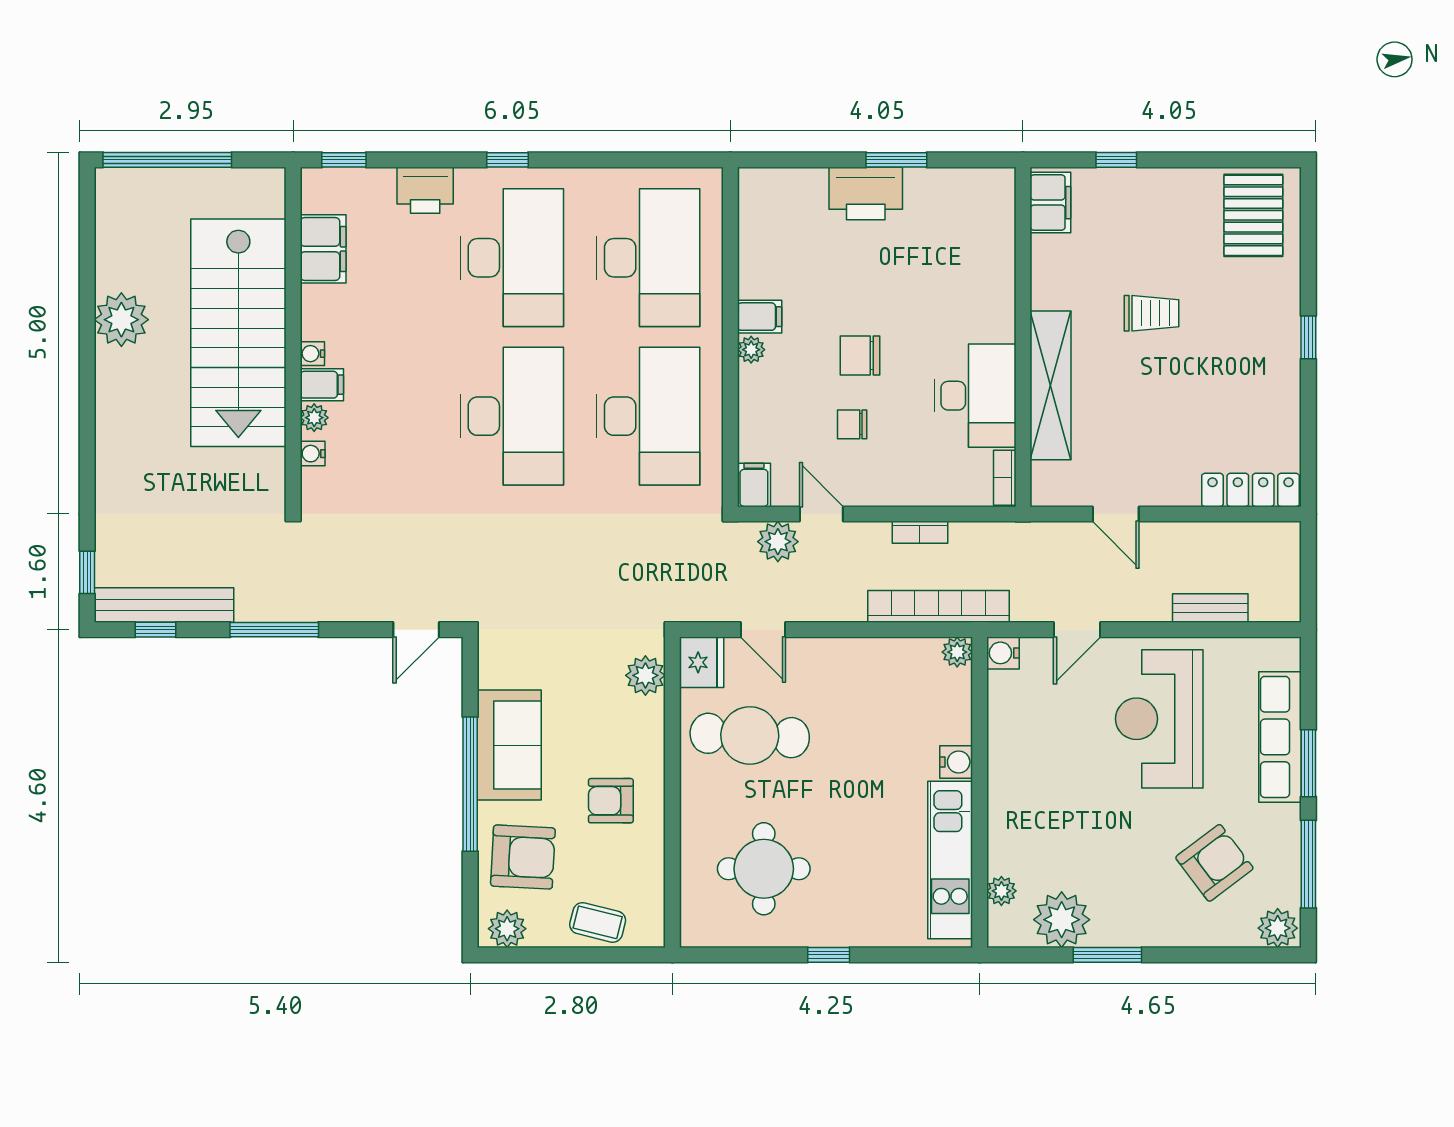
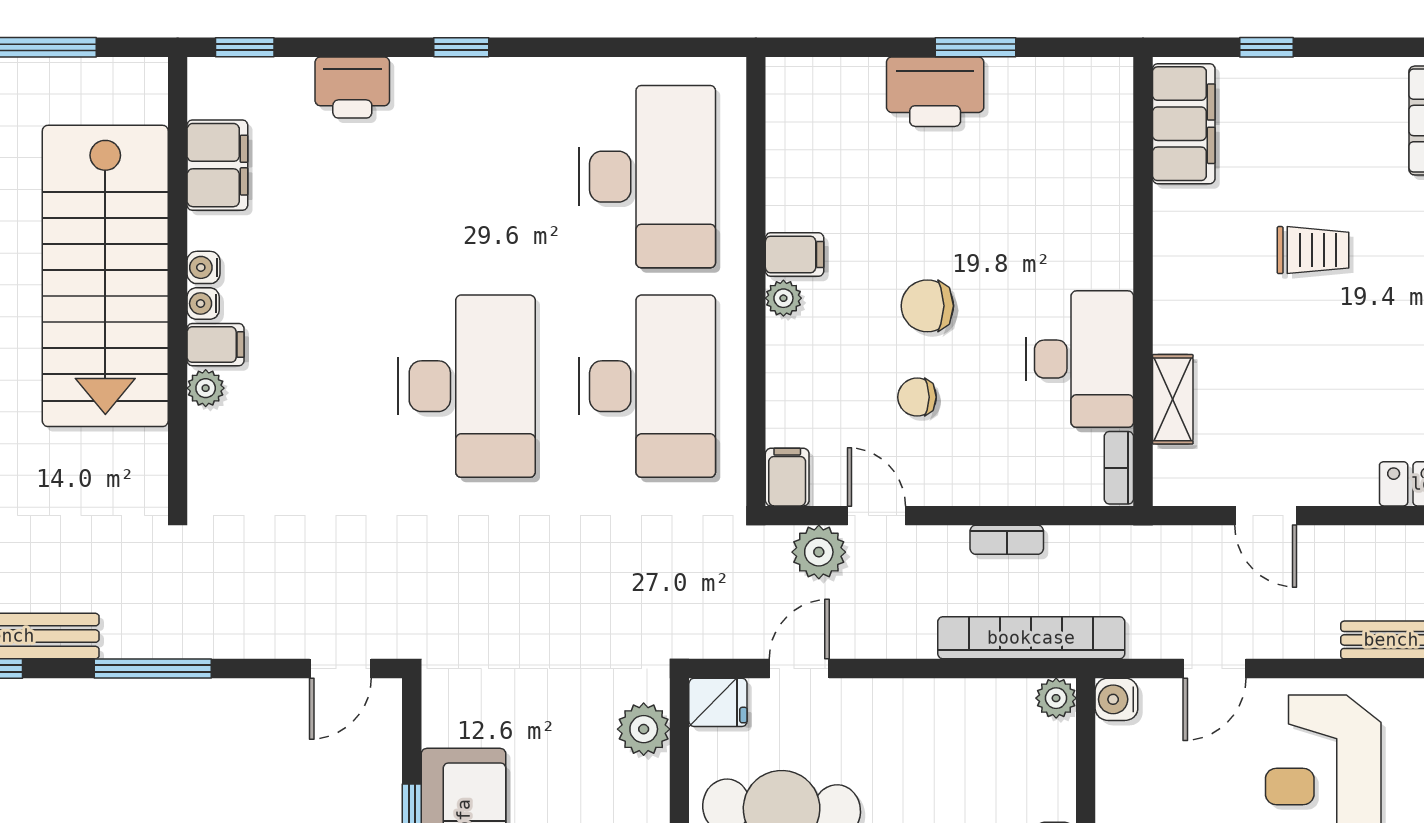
filing cabinet: (1050, 203) -> (1184, 124), width x1.50, depth x1.17
desk: (512, 258) -> (467, 177), removed
shelving: (1051, 385) -> (1173, 399), width x0.45, depth x0.75
water cooler: (313, 454) -> (203, 267), moved
door: (763, 630) -> (799, 669), swing flipped
fridge: (702, 662) -> (718, 702), width x0.72

